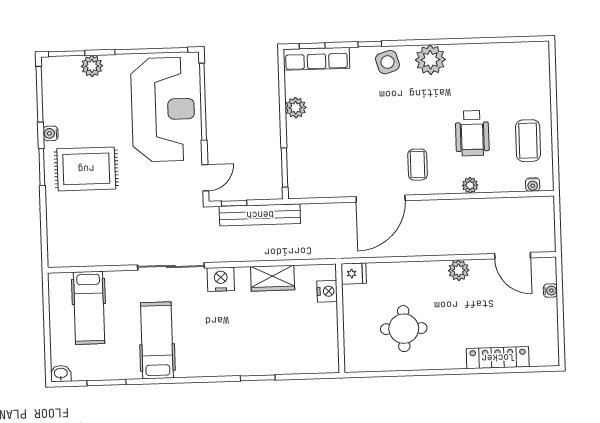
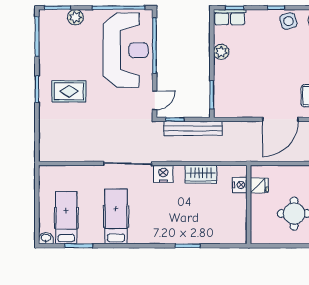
row of seats: (316, 59) -> (230, 17), width x0.68
water cooler: (51, 133) -> (44, 65), removed
rug: (86, 169) -> (69, 91), width x0.73, depth x0.70
fridge: (354, 274) -> (259, 185), moved
hospital bed: (89, 308) -> (66, 218), moved, turned 180

